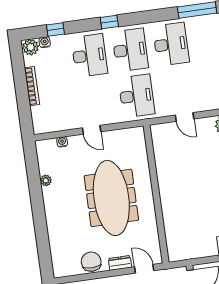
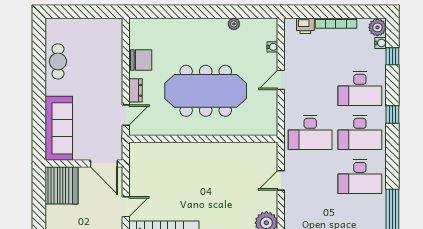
printer: (38, 114) -> (305, 26), added

